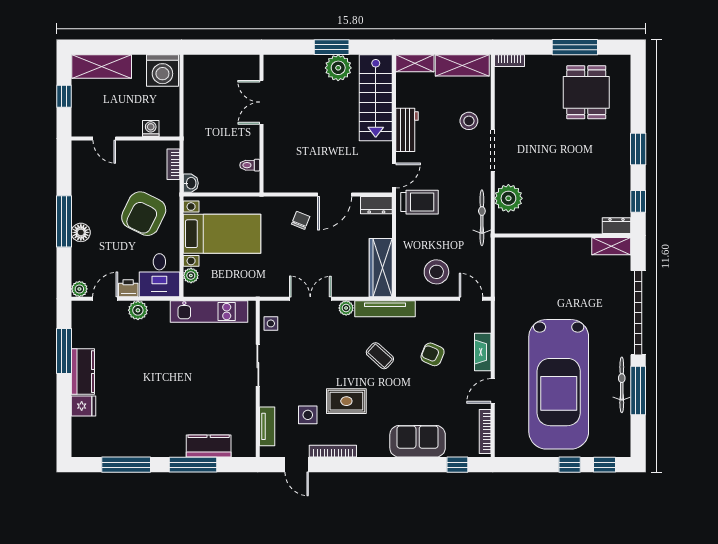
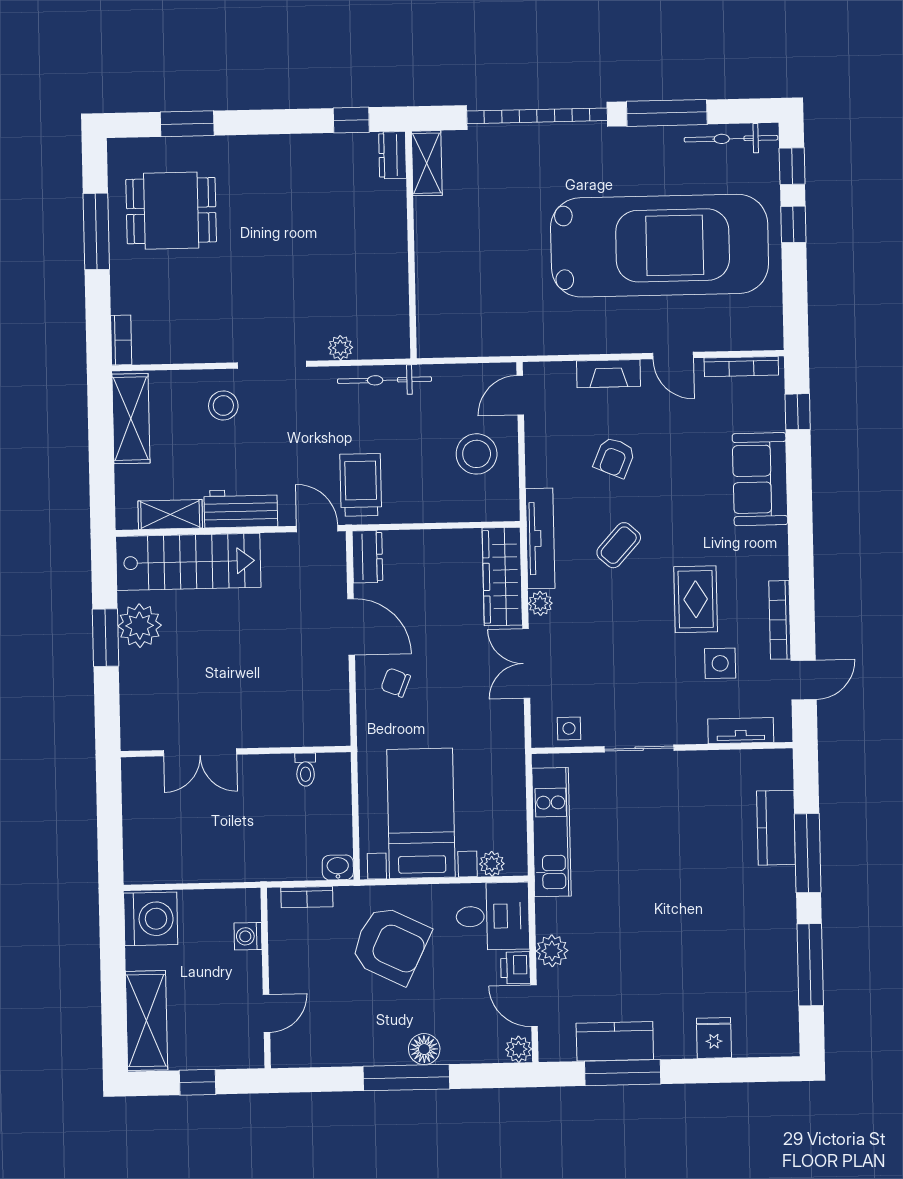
shelving: (415, 63) -> (170, 514), moved, turned 90
window: (638, 149) -> (187, 124), moved
plant: (508, 198) -> (340, 348), width x0.53, depth x0.53
wardrobe: (381, 268) -> (502, 577), moved, turned 90
kitchen counter: (83, 372) -> (615, 1041), moved
bicycle: (622, 385) -> (731, 139), moved

